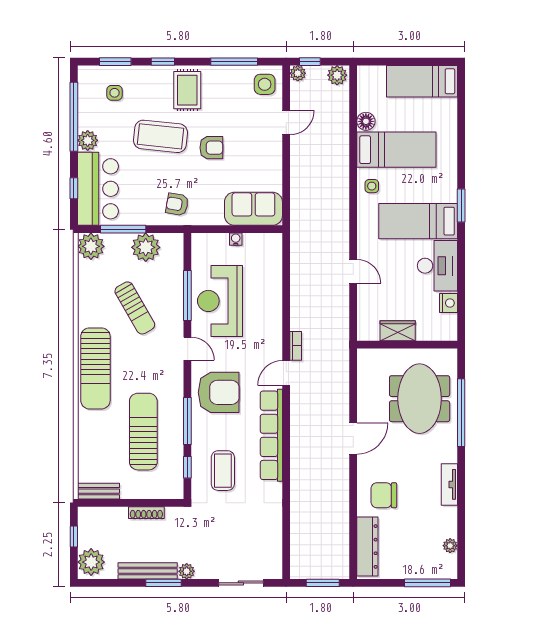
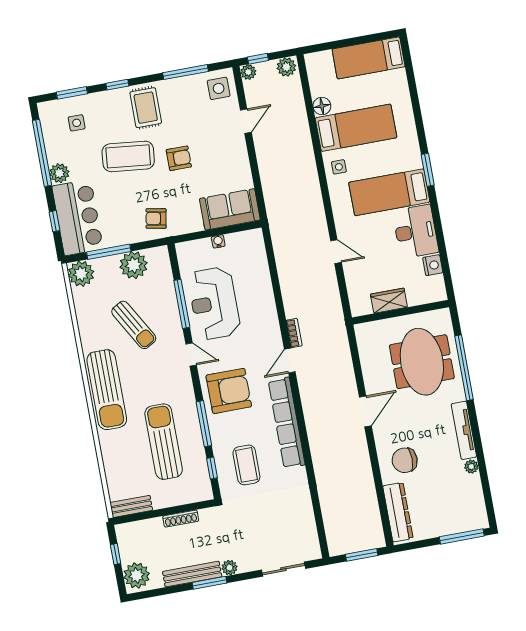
tv unit: (449, 484) -> (464, 430), width x1.41
plant: (450, 546) -> (471, 467), moved

